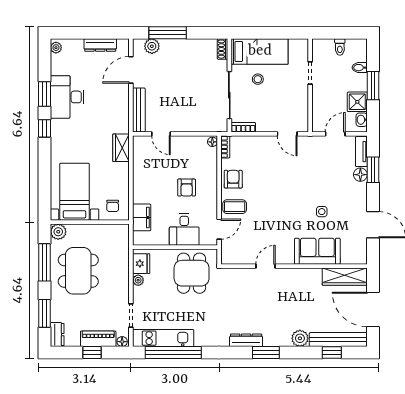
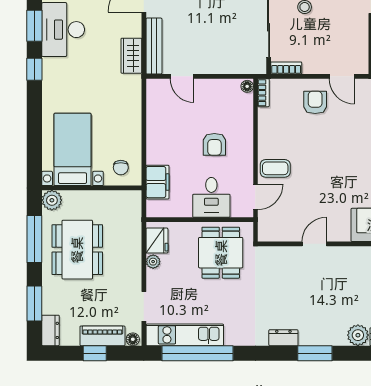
wardrobe: (121, 148) -> (131, 56), moved
armchair: (233, 179) -> (315, 102), moved
dresser: (246, 340) -> (283, 338), width x0.70

